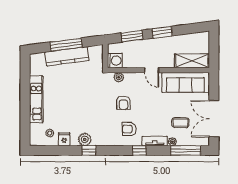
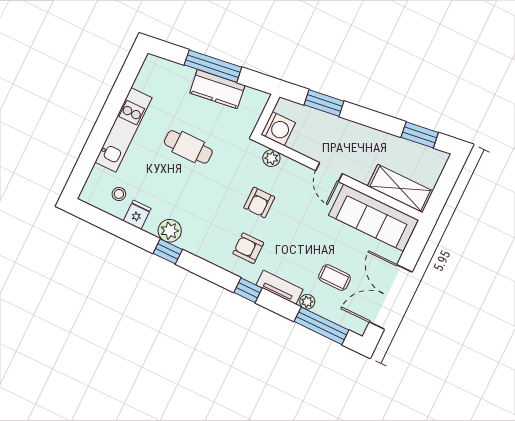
window: (162, 32) -> (420, 135), moved
kitchen counter: (67, 56) -> (217, 89), width x0.67
cafe table: (74, 92) -> (188, 147), added

